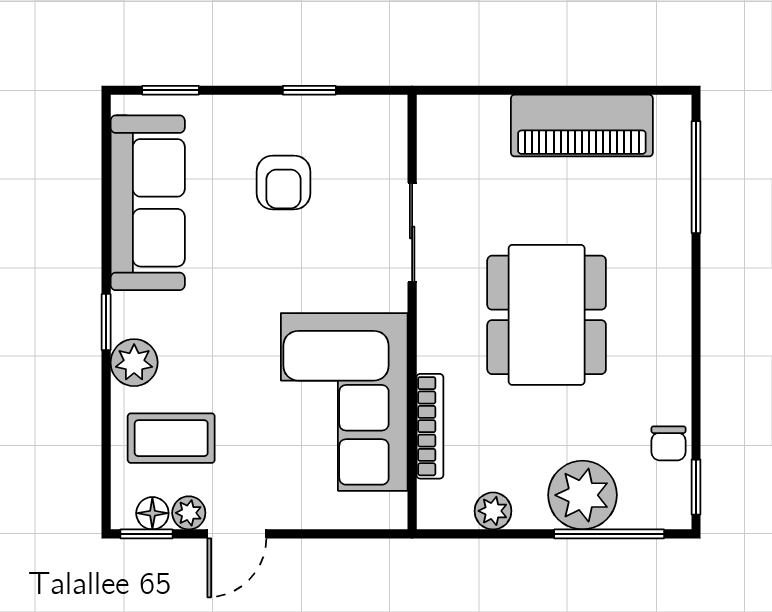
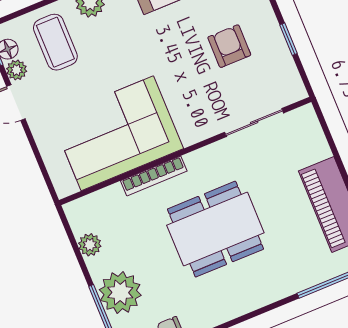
armchair: (283, 182) -> (229, 46), turned 90
sliding door: (412, 232) -> (254, 123), moved
bookcase: (430, 426) -> (154, 176), moved

